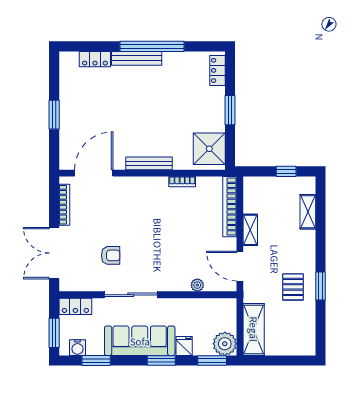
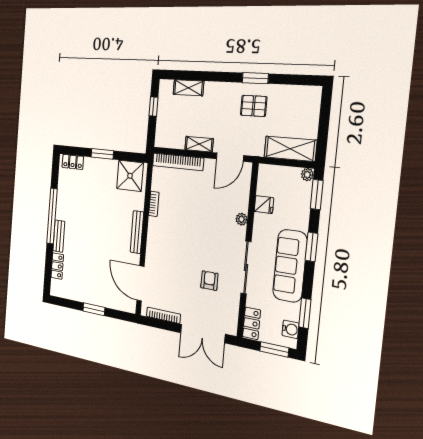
bench: (137, 58) -> (59, 236), width x0.73
plant: (197, 285) -> (242, 219), moved
plant: (225, 344) -> (307, 175), width x0.53, depth x0.53
fridge: (184, 346) -> (264, 205), moved, turned 180

